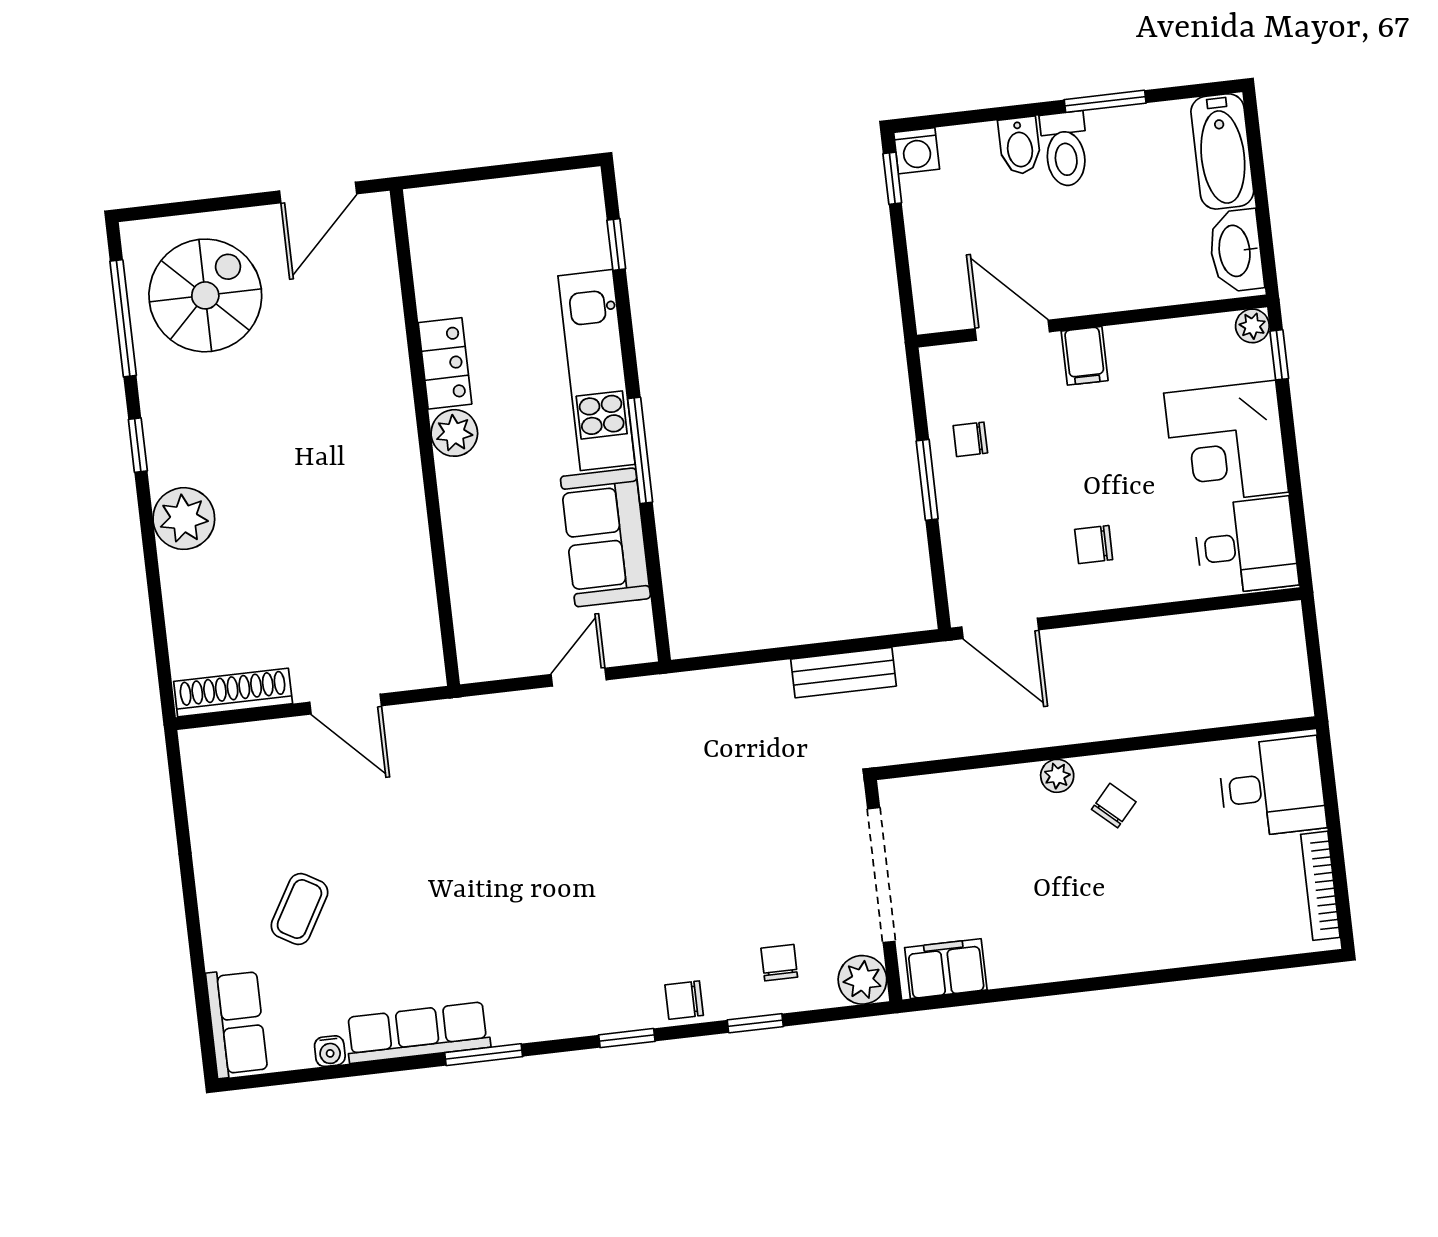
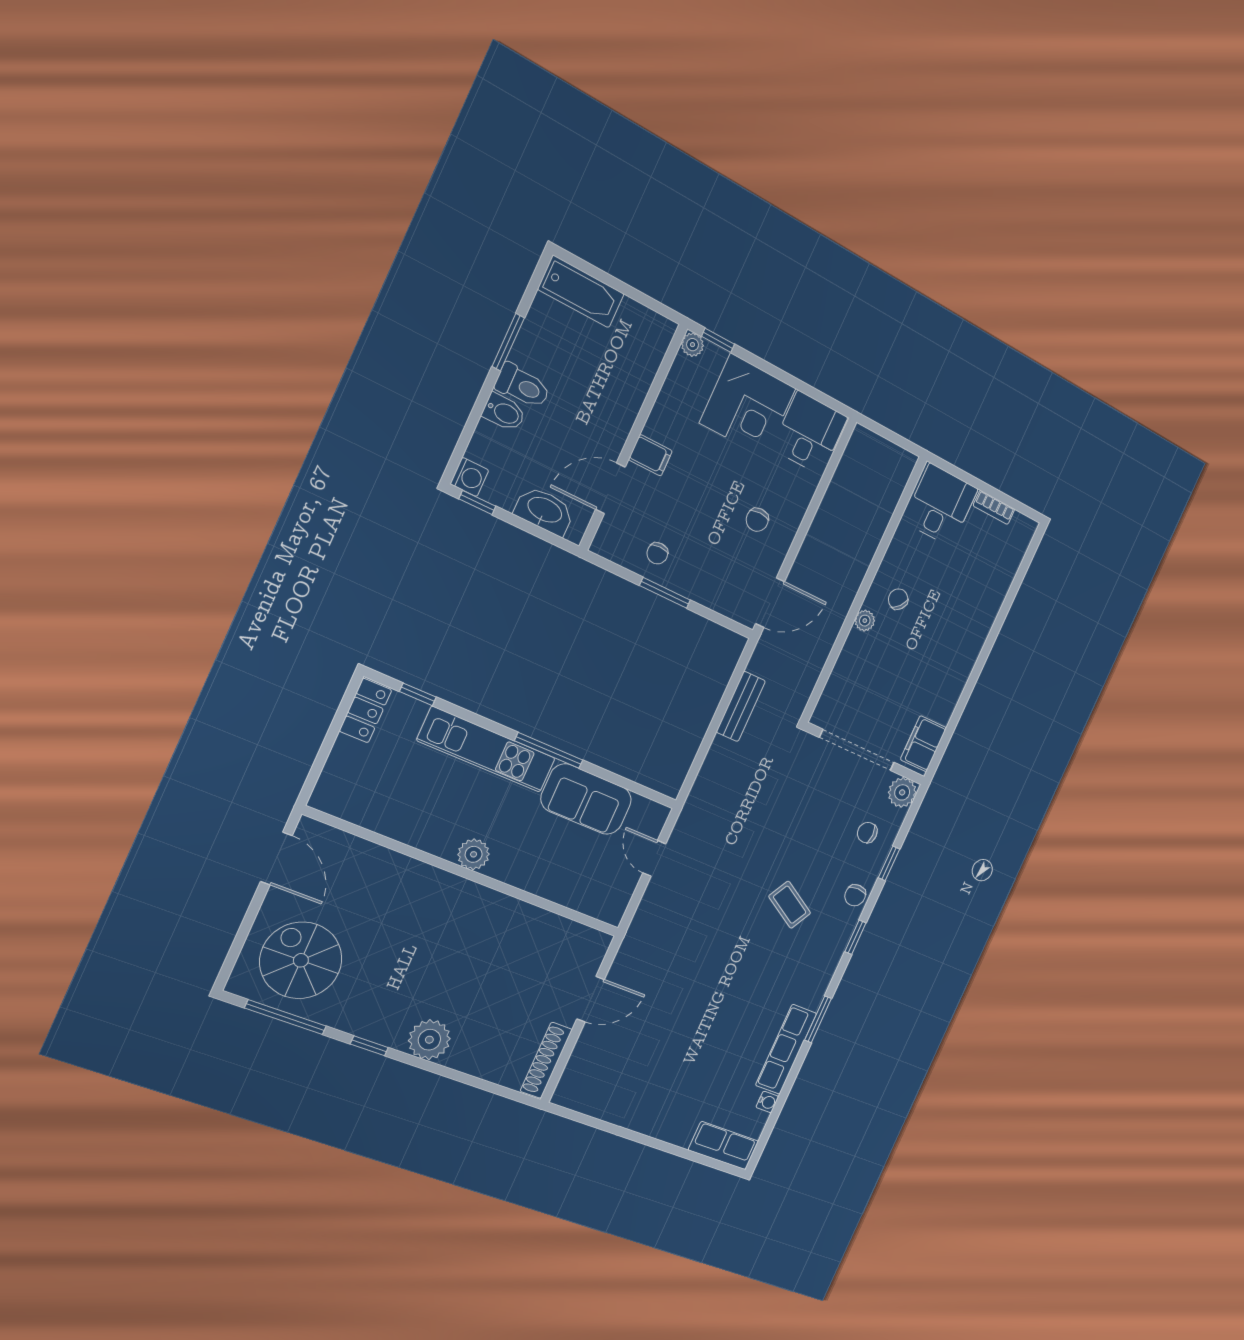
washbasin: (1236, 251) -> (544, 511), moved, turned 180
locker: (445, 363) -> (365, 710), moved, turned 90
bookcase: (1320, 886) -> (994, 508), width x0.64
coffee table: (299, 909) -> (790, 905), moved

